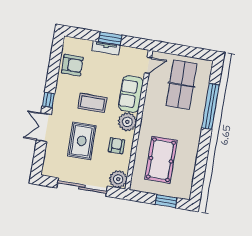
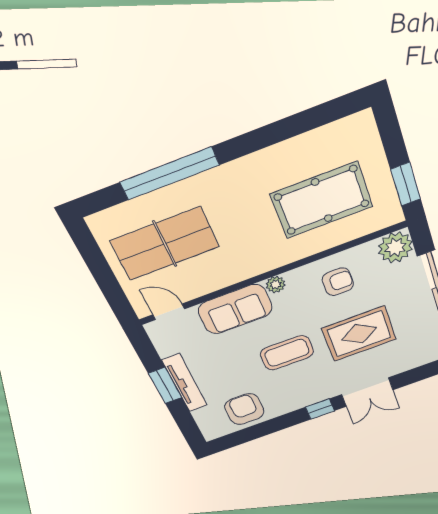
tv unit: (106, 48) -> (185, 383), width x1.41
coffee table: (92, 103) -> (287, 353), turned 90
plant: (127, 122) -> (276, 285), width x0.53, depth x0.53
armchair: (116, 146) -> (338, 282), turned 180
window: (166, 201) -> (406, 184), moved

